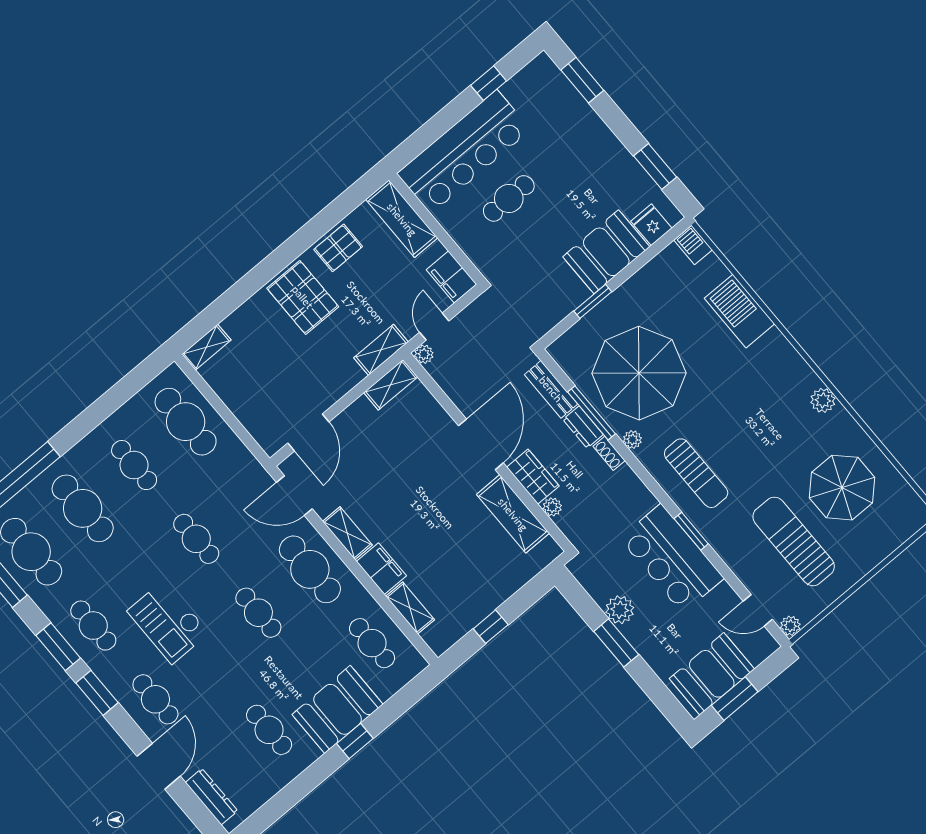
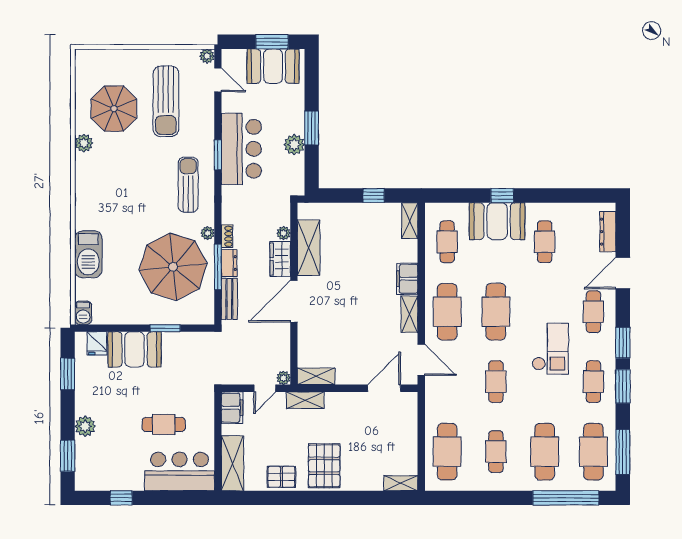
plant: (590, 127) -> (85, 426), added
bar counter: (464, 152) -> (179, 471), width x0.73
plant: (823, 400) -> (84, 143), moved
shelving: (410, 608) -> (410, 221), moved
cafe table: (258, 613) -> (496, 312), width x1.37, depth x1.35

